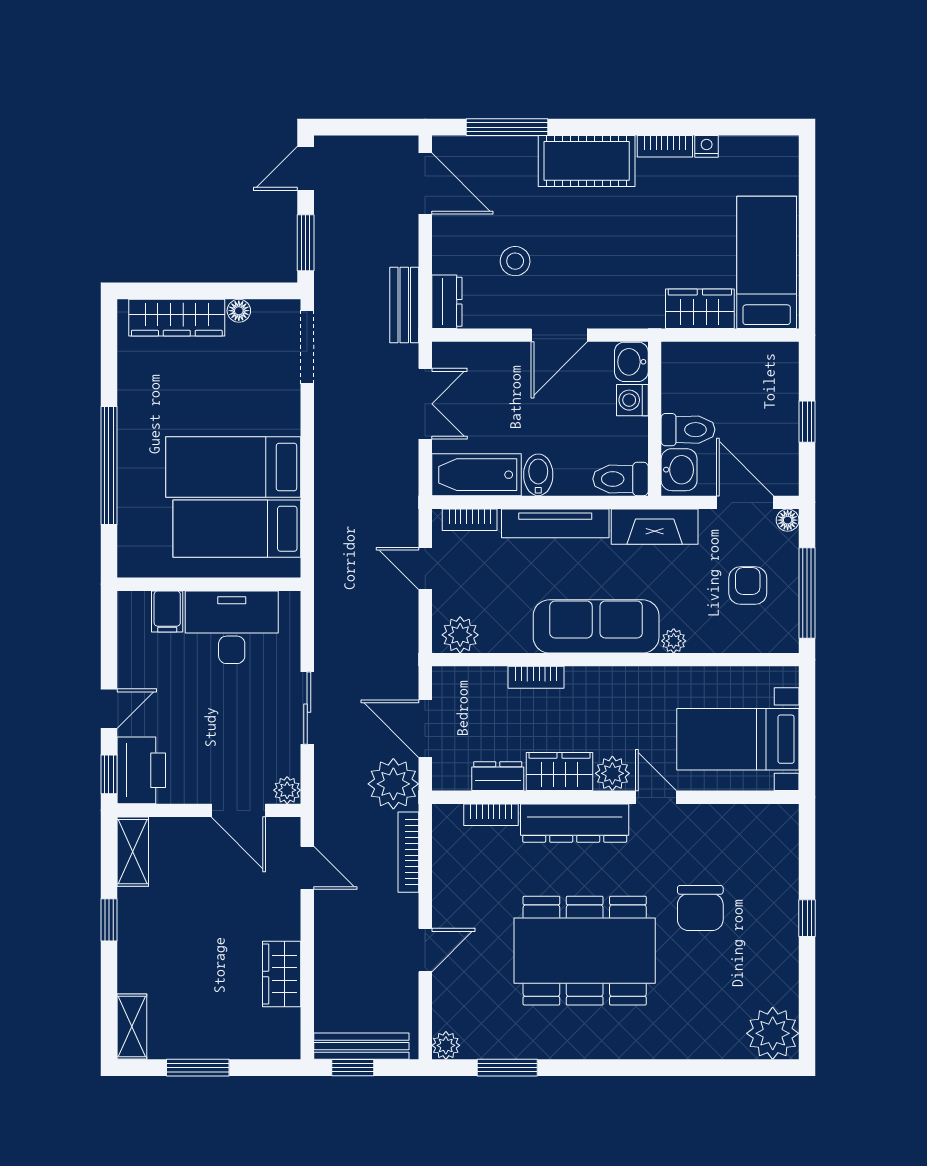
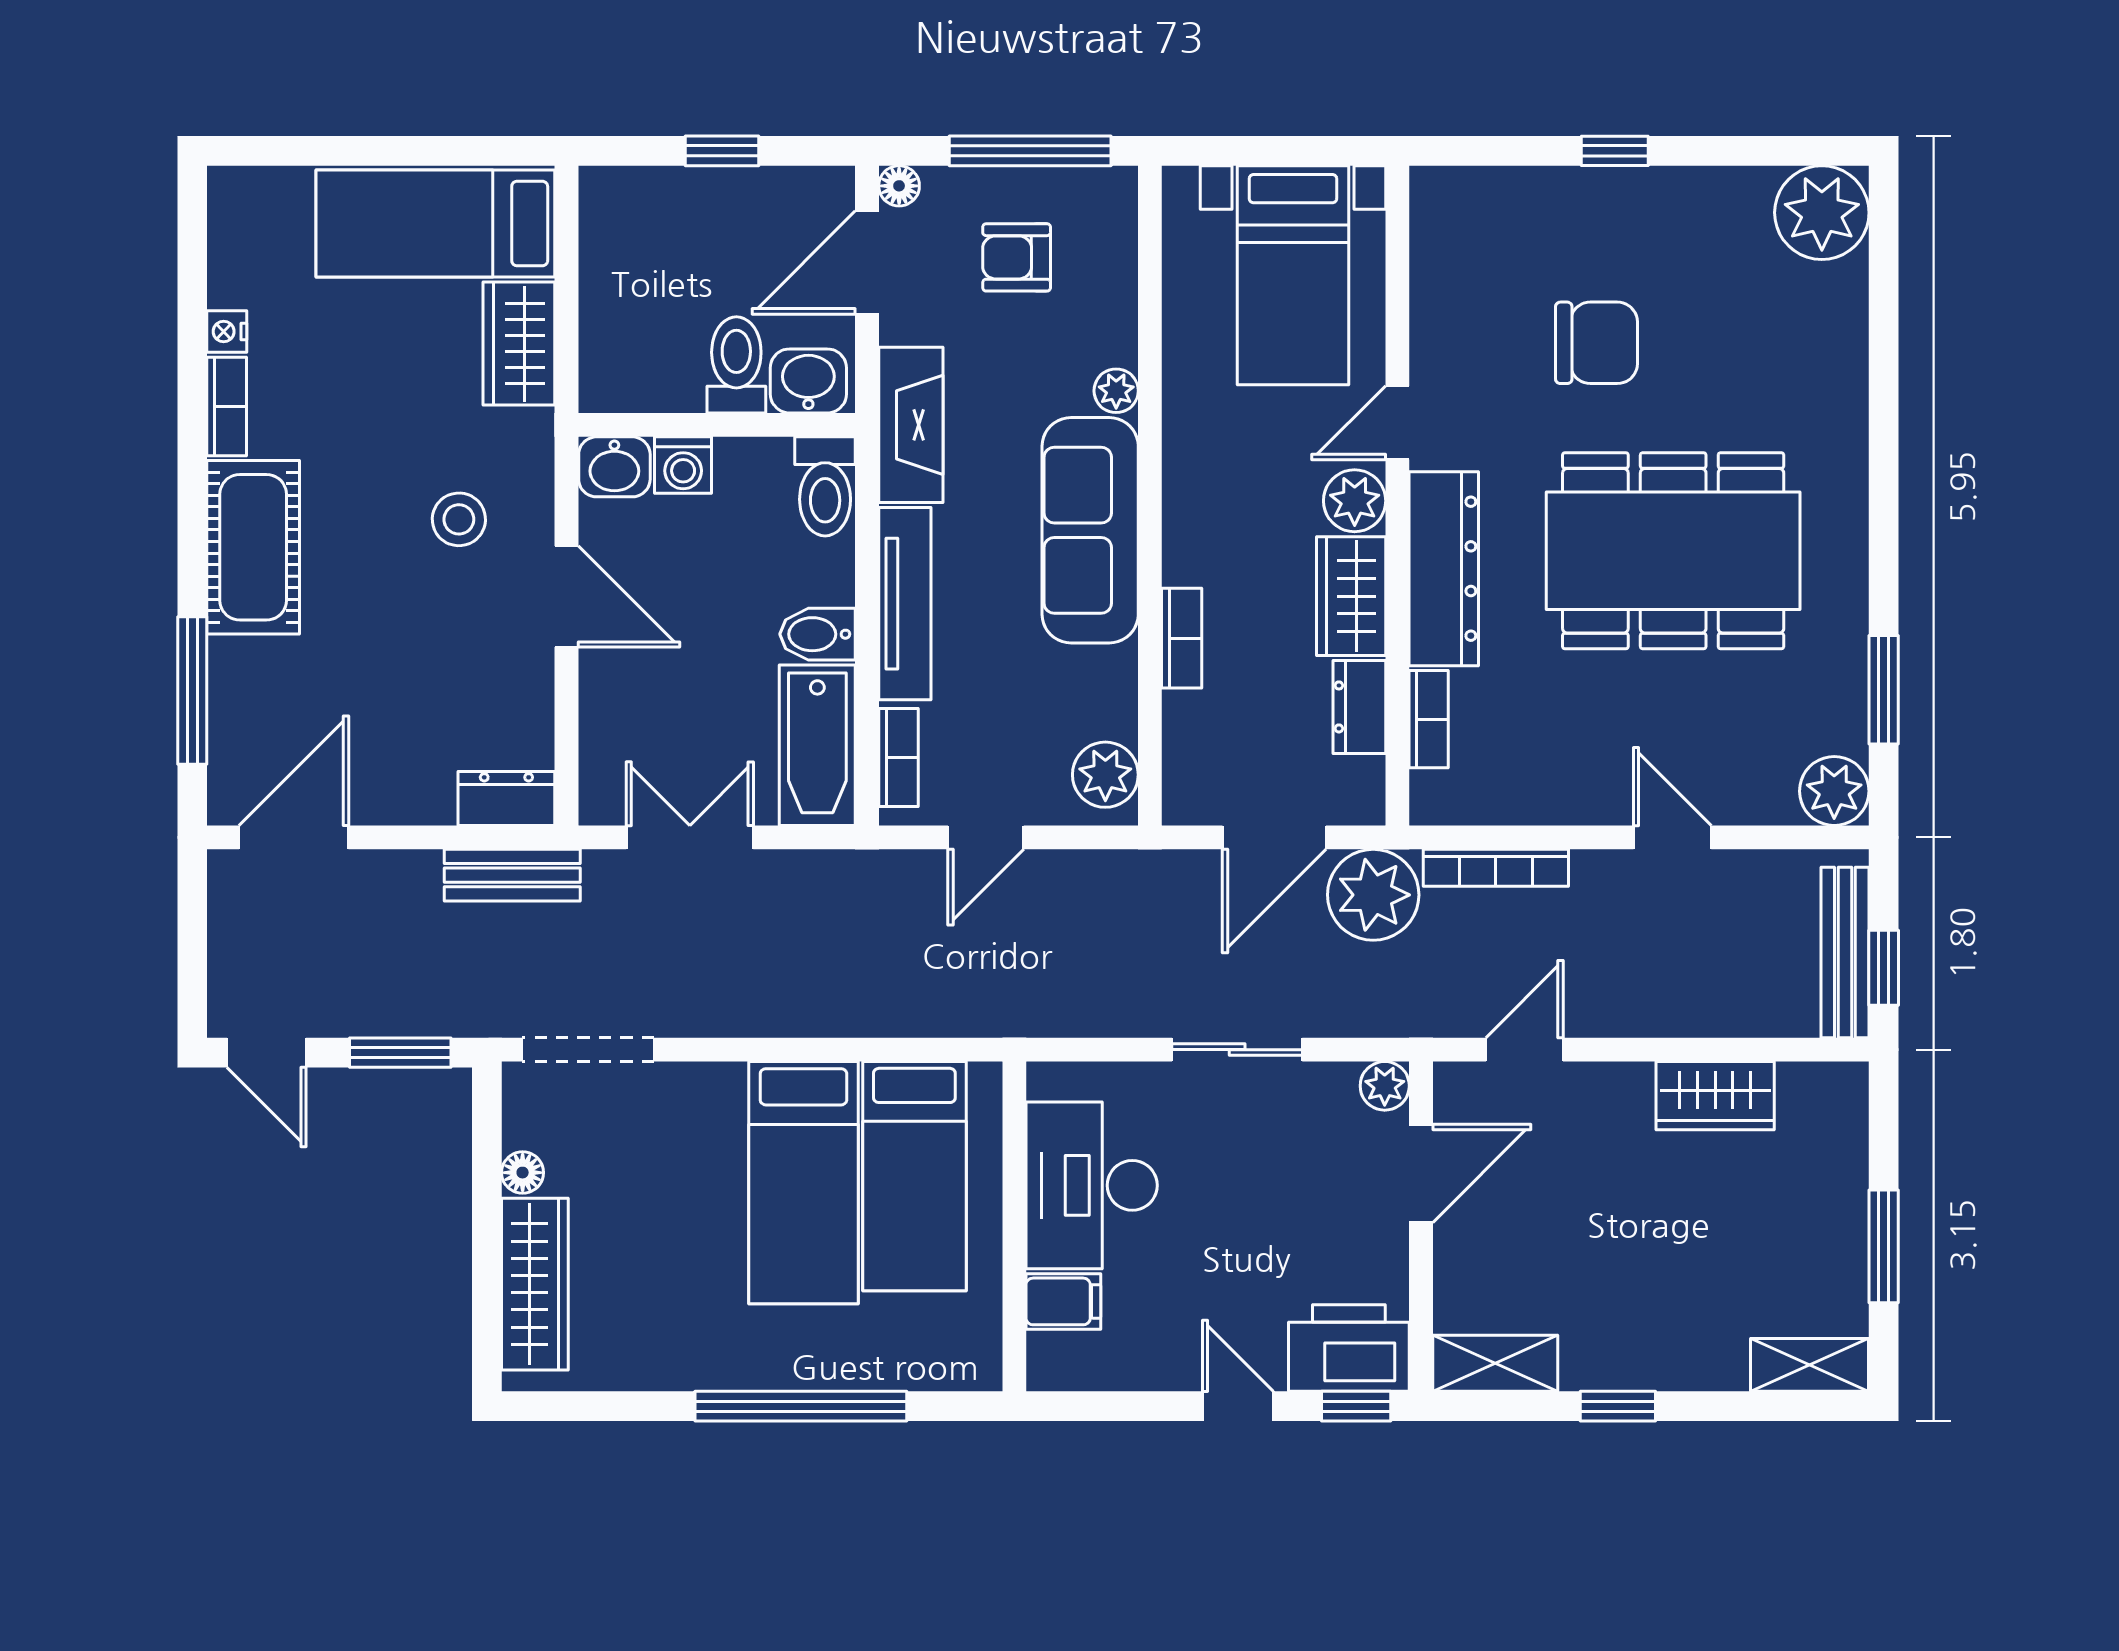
stool: (515, 261) -> (459, 519), moved
dining table: (585, 951) -> (1673, 551), turned 90
plant: (446, 1045) -> (1834, 791), width x1.38, depth x1.38

